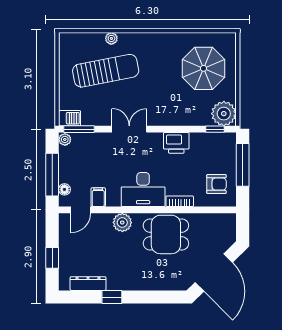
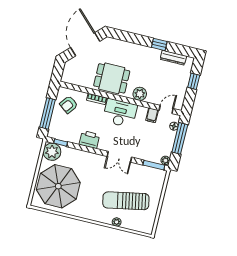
parasol: (204, 68) -> (58, 186), width x1.36, depth x1.36
barbecue: (70, 118) -> (159, 174), removed
armchair: (216, 184) -> (69, 105), turned -53

